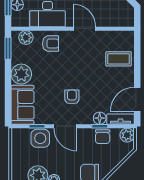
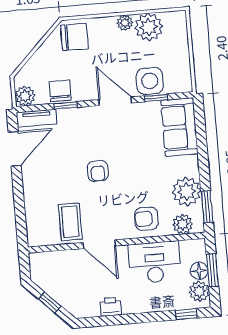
coffee table: (119, 59) -> (70, 222), moved, turned 90
plant: (21, 74) -> (187, 191), moved
armchair: (72, 97) -> (98, 171), moved
floor lamp: (100, 118) -> (67, 117), removed

